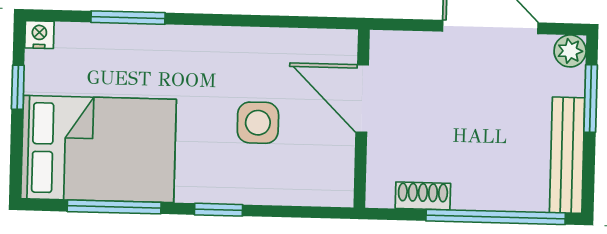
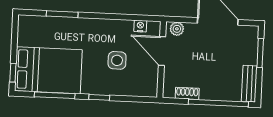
nightstand: (39, 35) -> (140, 26), moved
plant: (570, 51) -> (177, 29), moved
window: (18, 87) -> (13, 73), moved
bench: (567, 155) -> (249, 84), width x0.73

